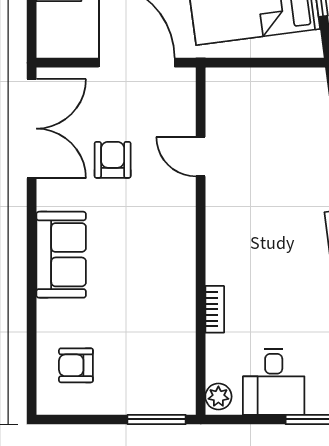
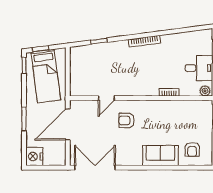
armchair: (113, 160) -> (127, 120), moved
sofa: (61, 255) -> (160, 155), moved

